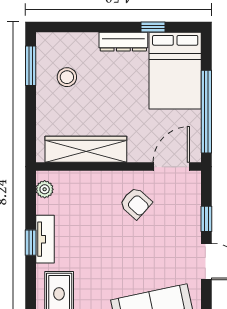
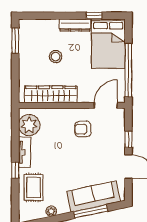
stool: (67, 77) -> (56, 57), moved
plant: (45, 189) -> (29, 125), width x1.88, depth x1.88
armchair: (136, 203) -> (83, 129), turned 137
window: (31, 243) -> (15, 170), moved

